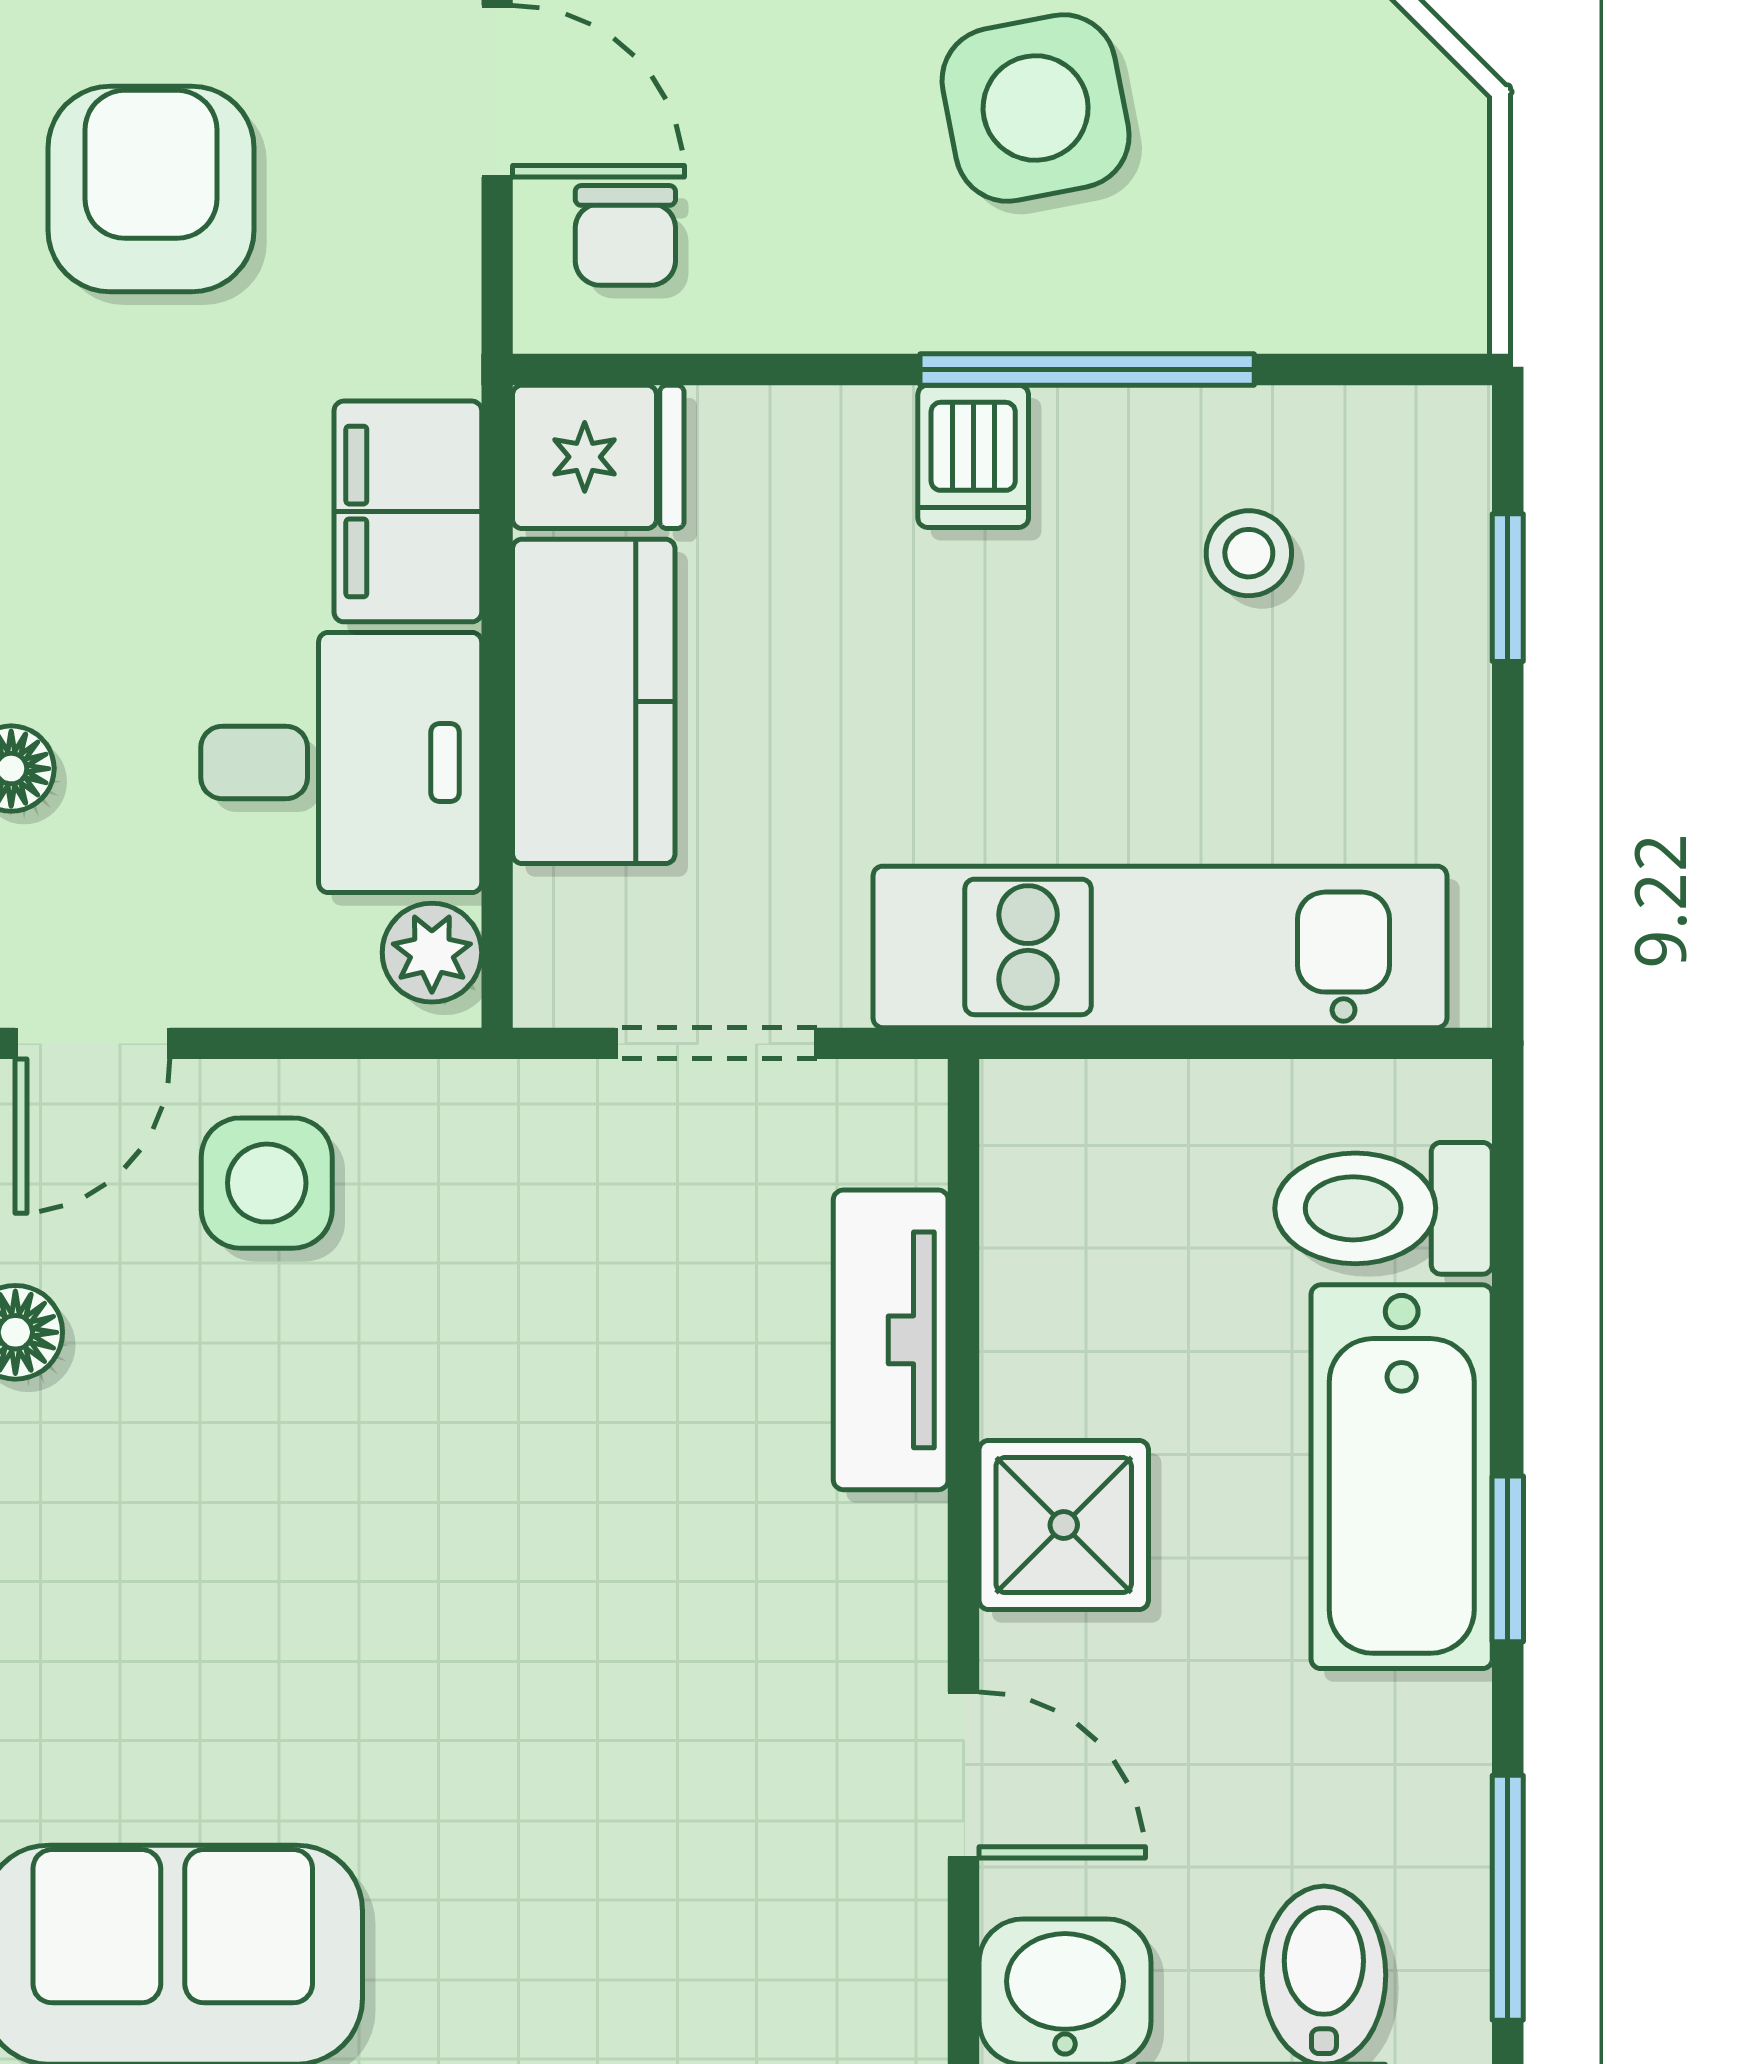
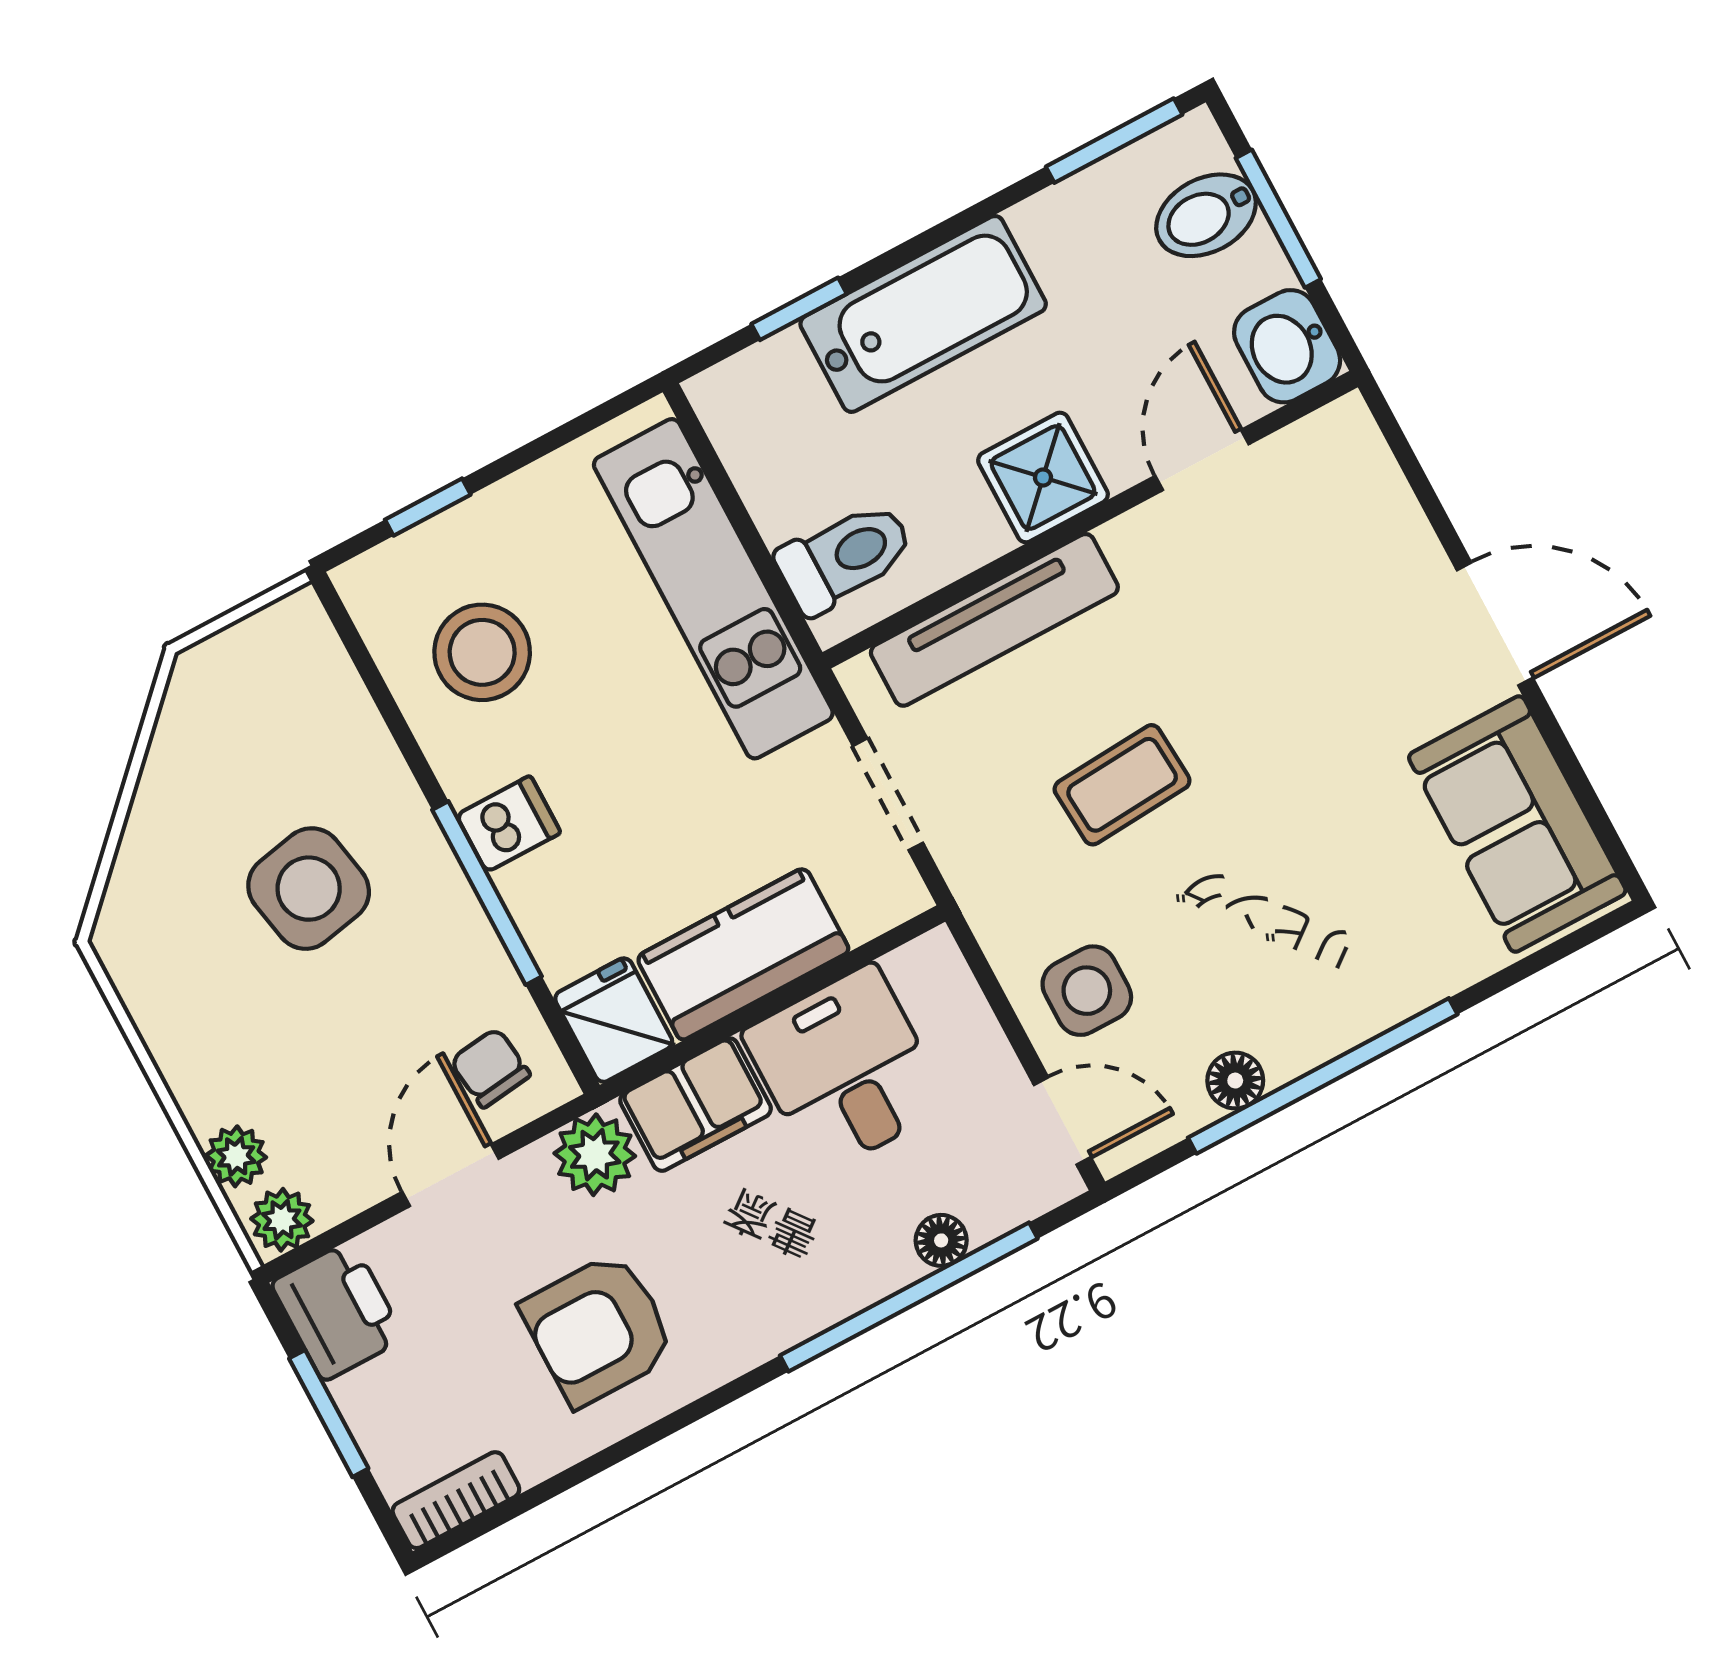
chair: (625, 235) -> (490, 1068), turned -97
window: (1087, 370) -> (487, 893), moved
stool: (1249, 553) -> (482, 652), width x1.89, depth x1.89
plant: (432, 953) -> (595, 1155), moved, width x1.38, depth x1.38
toilet: (1384, 1208) -> (845, 557), moved, turned -90
tv unit: (891, 1340) -> (994, 620), width x1.41
coffee table: (544, 1399) -> (1122, 785), added
window: (1508, 1559) -> (799, 309), moved

